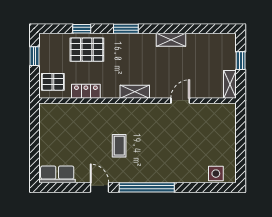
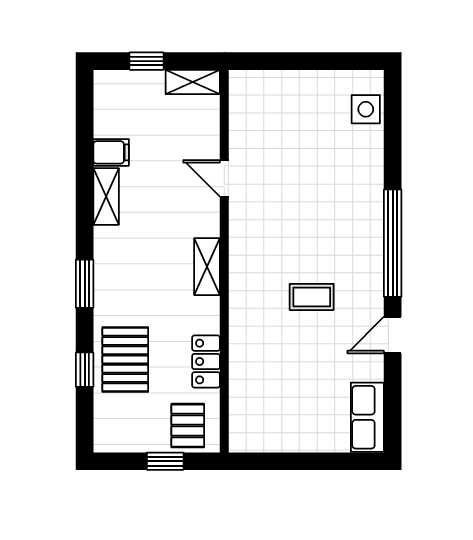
filing cabinet: (194, 42) -> (111, 152), added
window: (35, 56) -> (165, 461), moved

